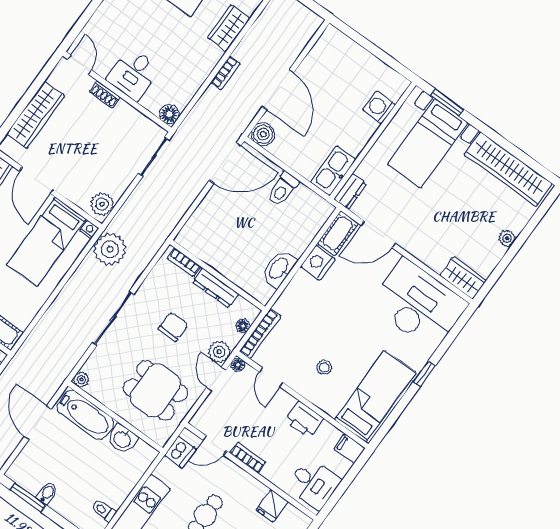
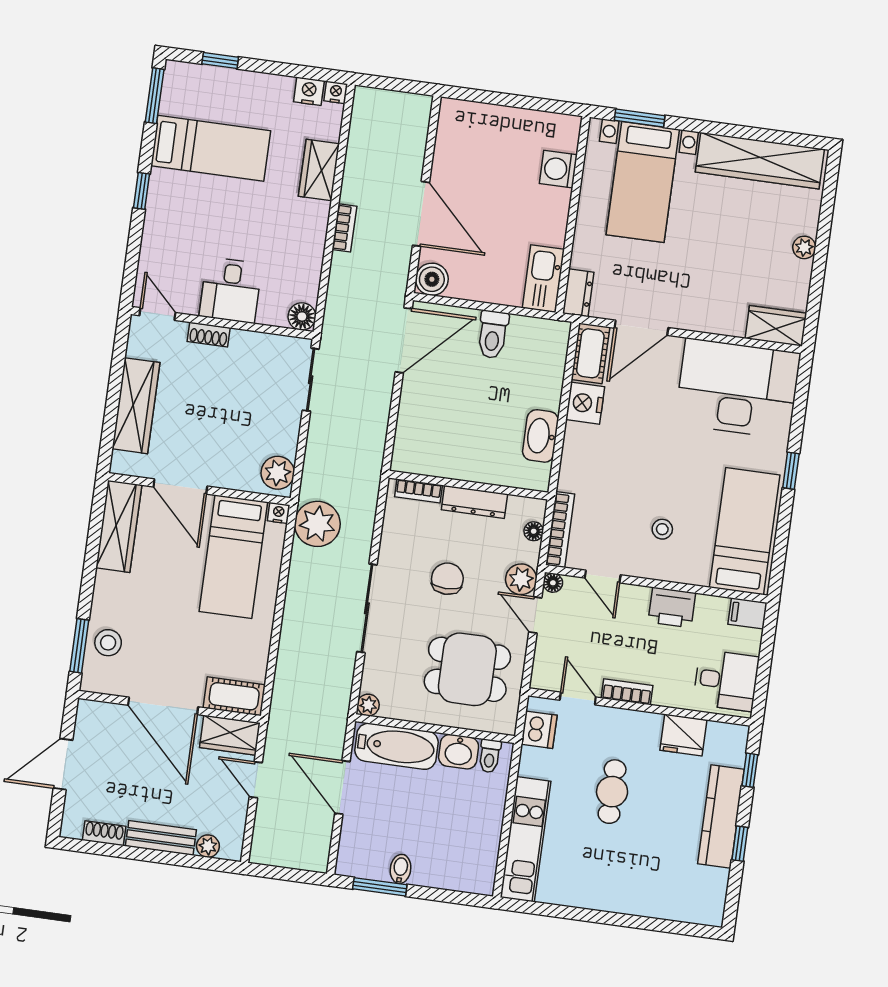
door: (215, 445) -> (578, 699), swing flipped
fridge: (272, 506) -> (683, 735), width x1.38
toilet: (104, 511) -> (490, 756), moved, turned -90

